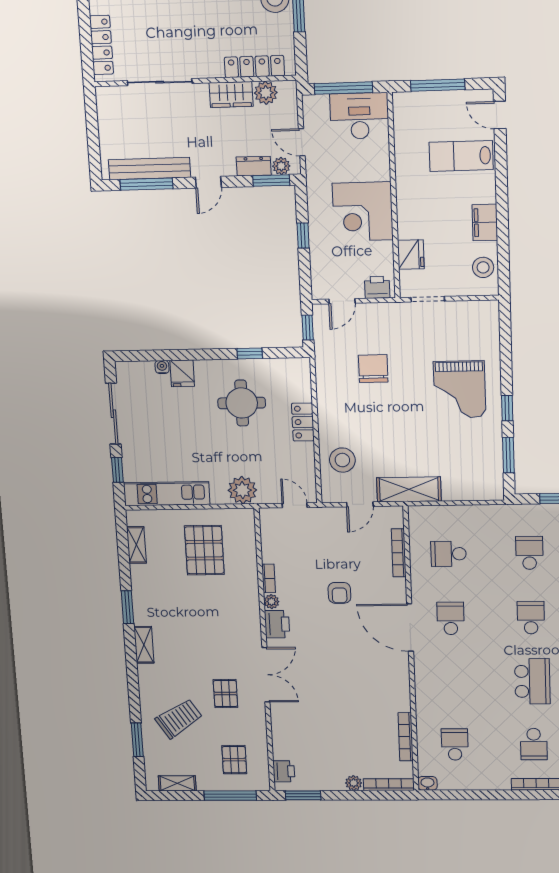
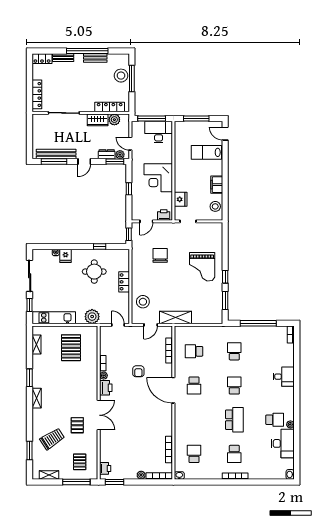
school desk: (451, 618) -> (194, 386), turned 180

